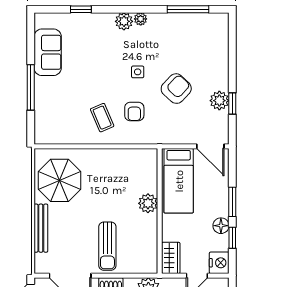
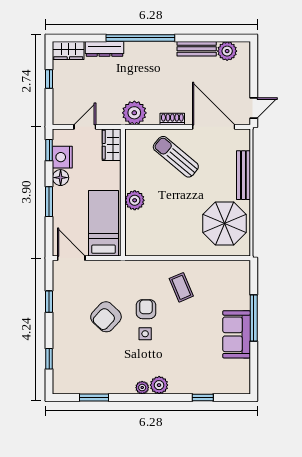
window: (188, 9) -> (94, 397), width x0.69
window: (232, 47) -> (49, 359), added
sofa: (48, 52) -> (237, 334), moved
plant: (219, 101) -> (62, 305), removed
armchair: (134, 112) -> (146, 309), moved
window: (232, 238) -> (49, 150), moved
sun lounger: (107, 246) -> (176, 157), turned -50
nightstand: (219, 263) -> (62, 157), moved

